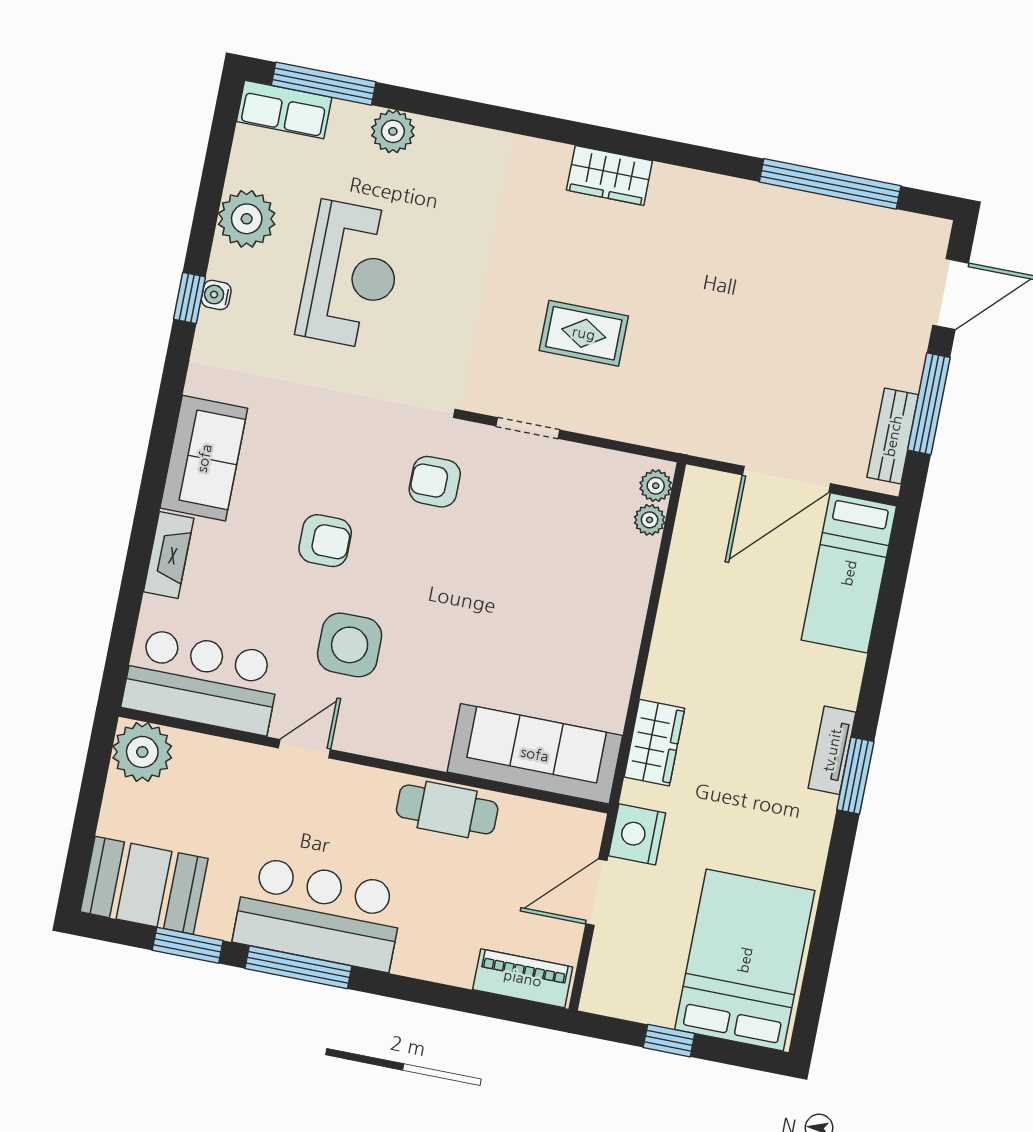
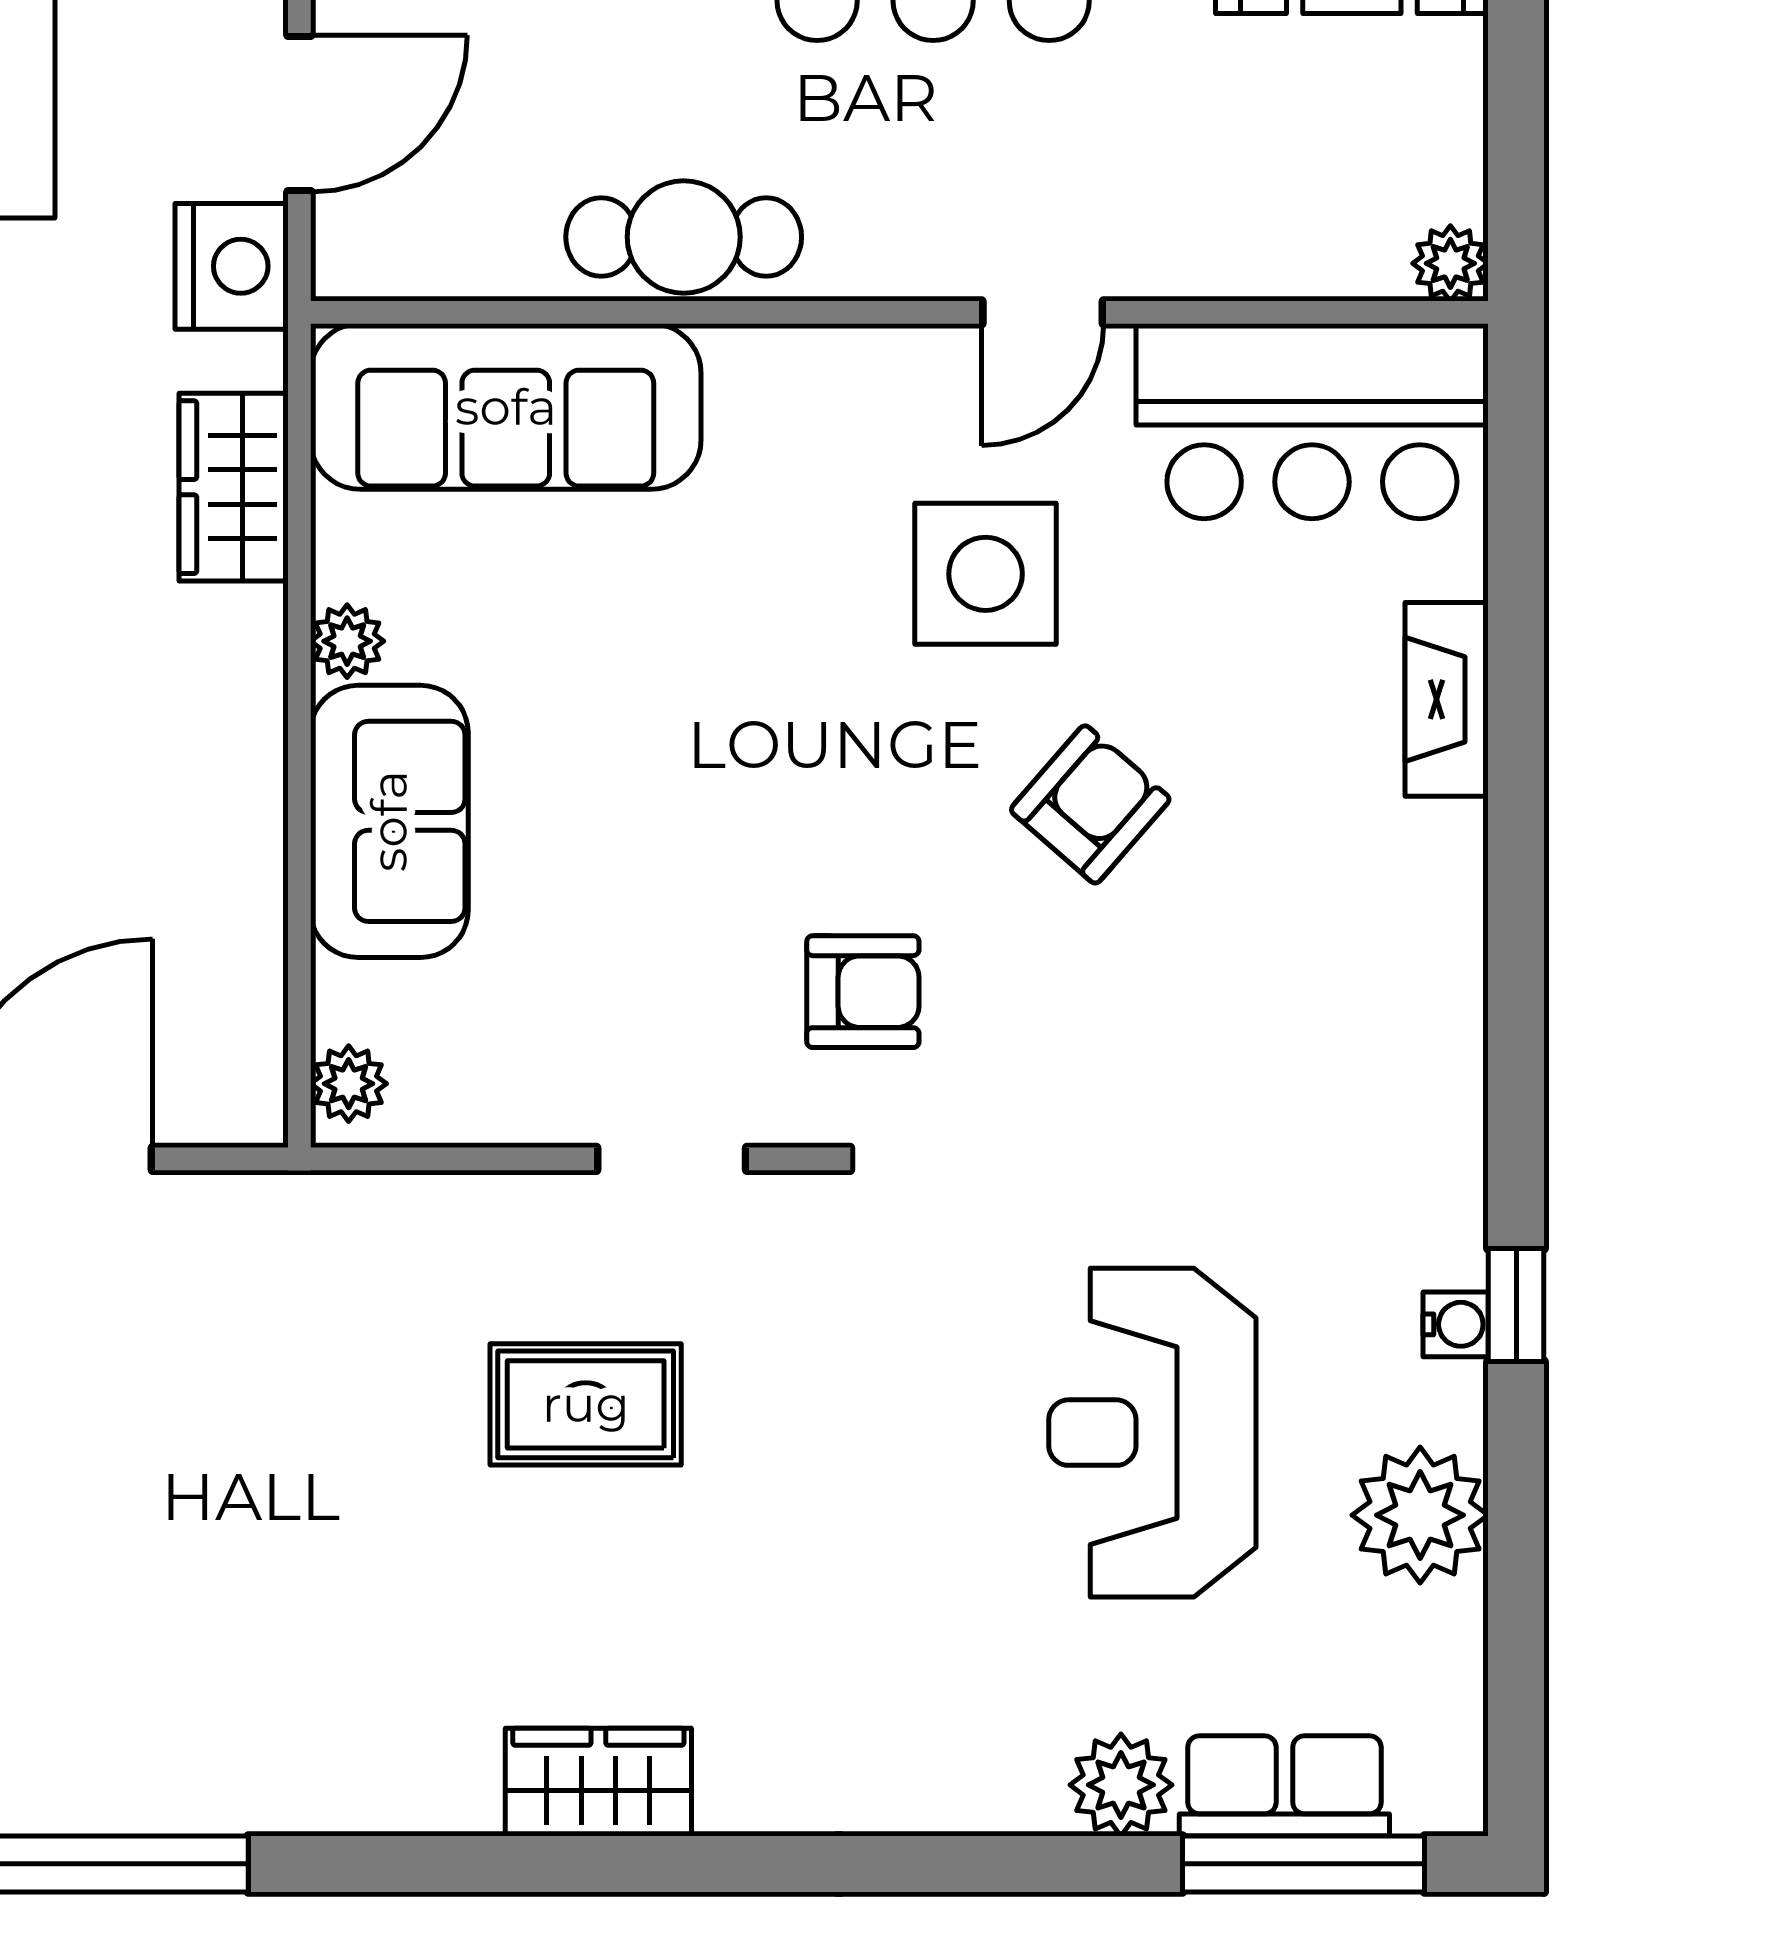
row of seats: (284, 109) -> (1284, 1786), moved
sofa: (204, 458) -> (389, 821), moved, turned 180
plant: (650, 520) -> (347, 641), moved
armchair: (325, 541) -> (1090, 804), turned 131
plant: (142, 752) -> (1450, 263), width x0.53, depth x0.53

